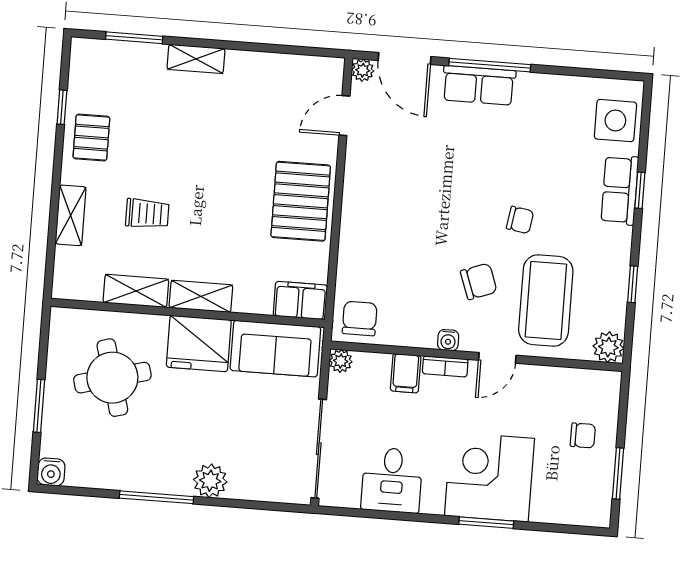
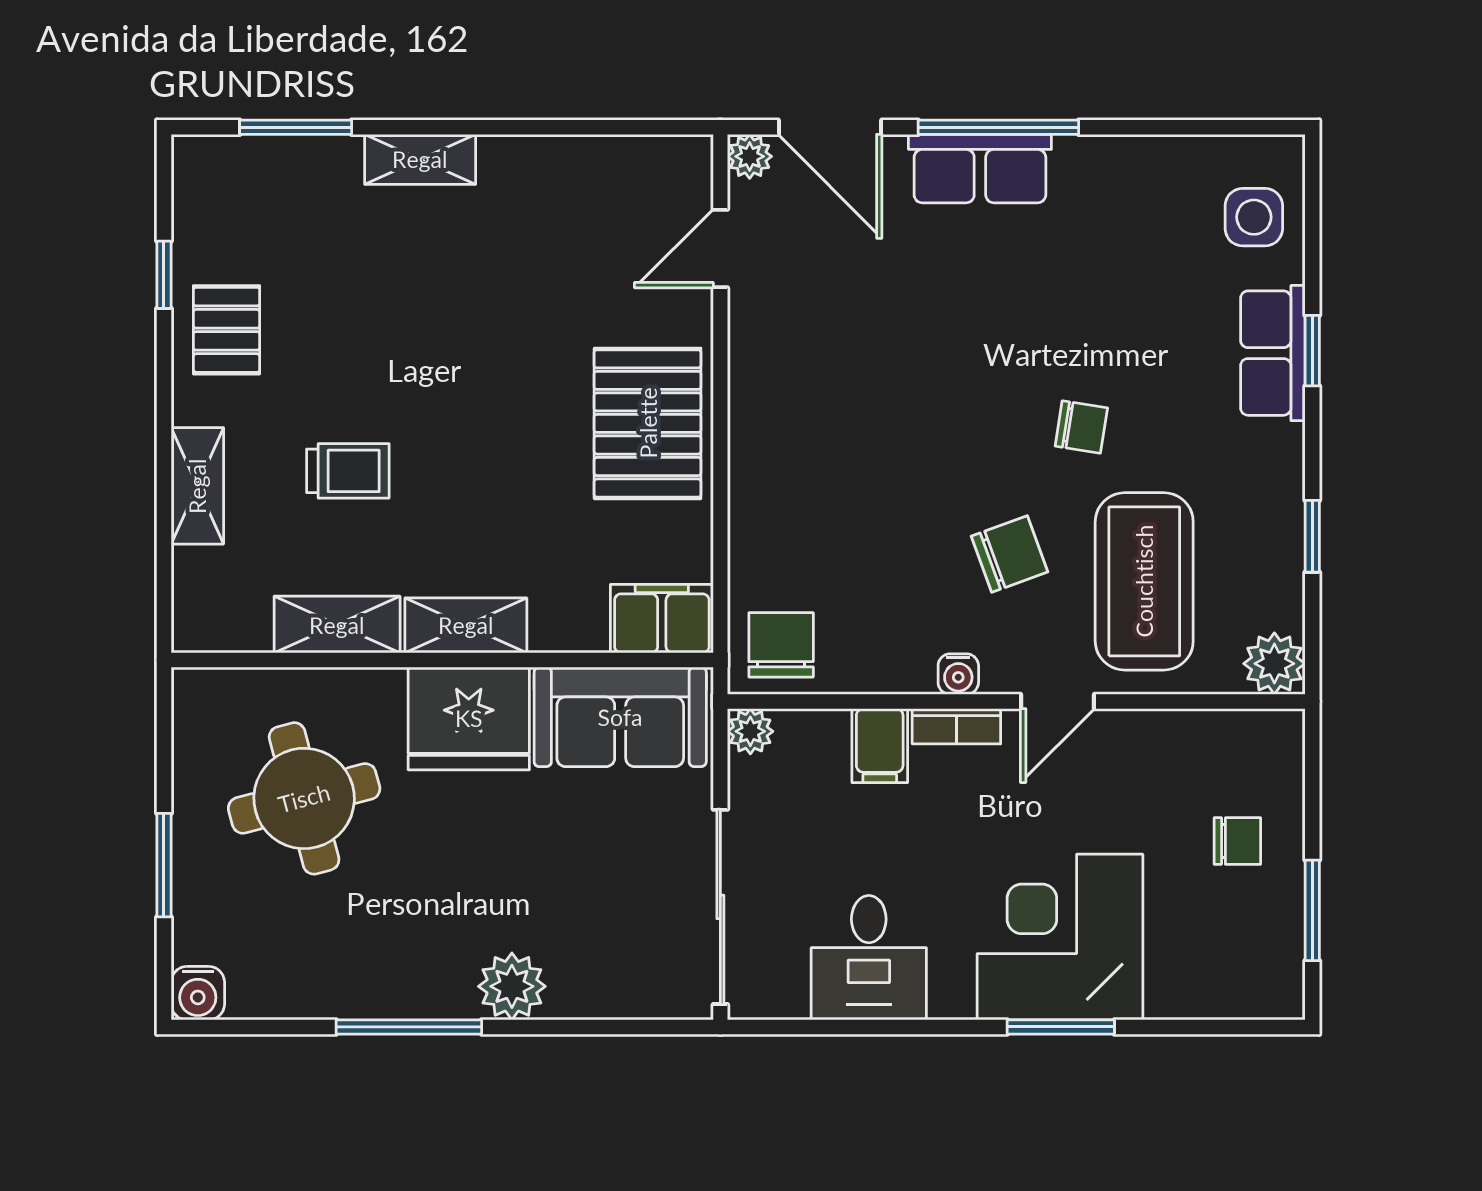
side table: (615, 121) -> (1254, 217), width x0.73, depth x0.73

